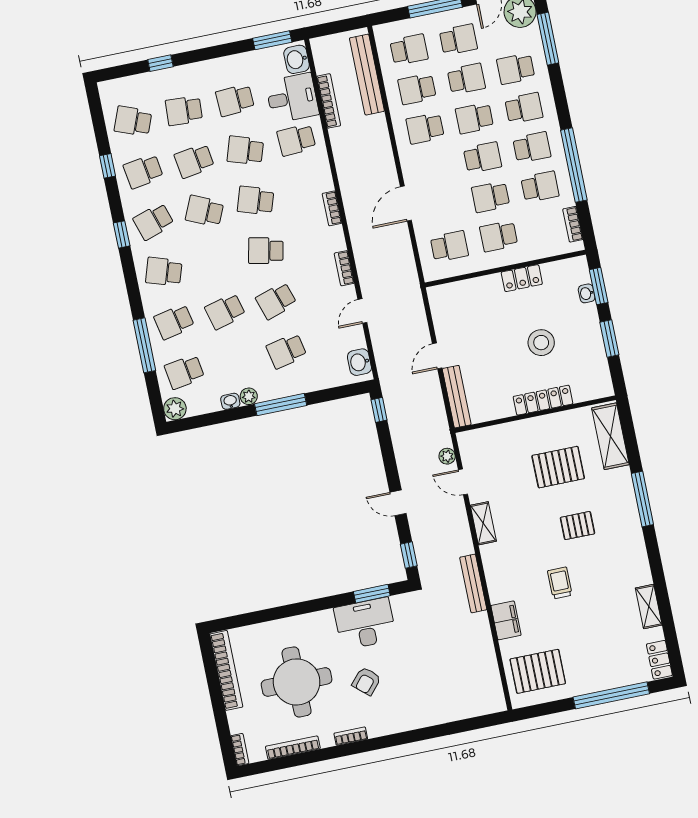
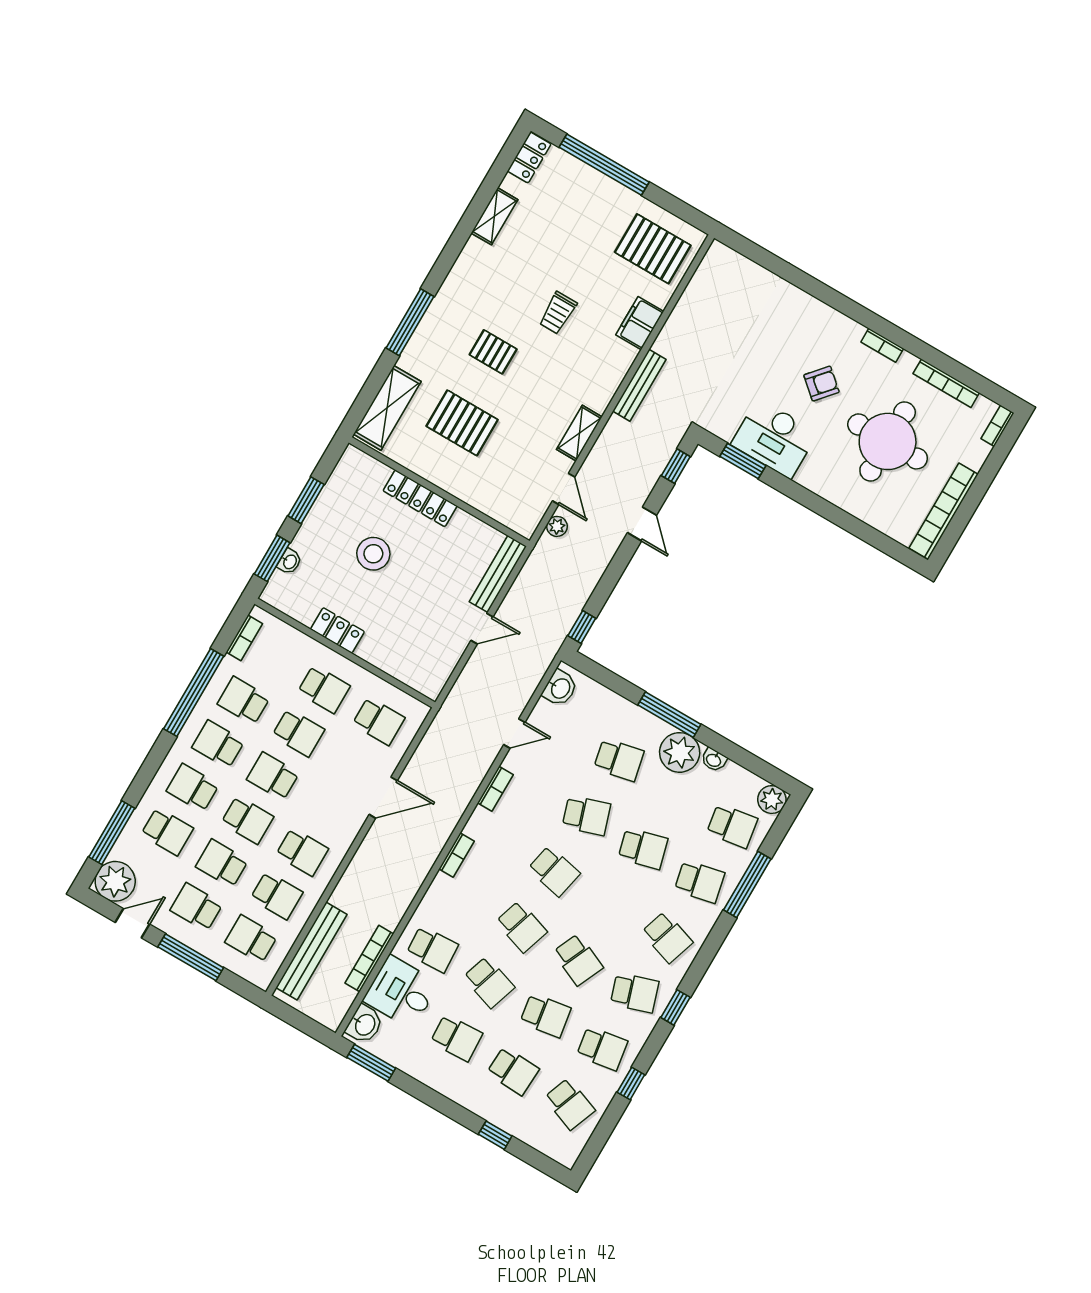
school desk: (449, 246) -> (379, 721), turned 180
plant: (249, 396) -> (680, 752), width x1.87, depth x1.87

